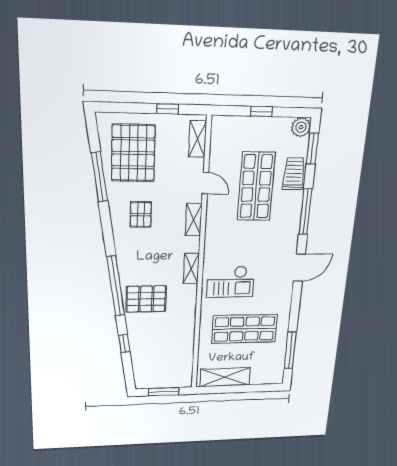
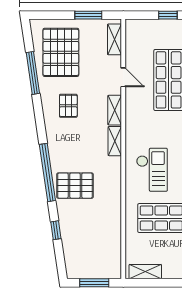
window: (168, 109) -> (88, 15), width x1.50
shelving: (191, 268) -> (115, 141), moved
checkout: (231, 282) -> (152, 170), turned -90
shelving: (225, 377) -> (145, 272), width x0.67, depth x0.75

